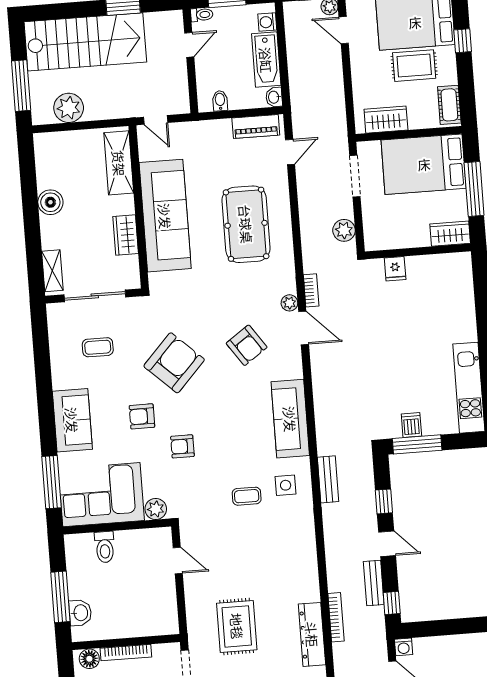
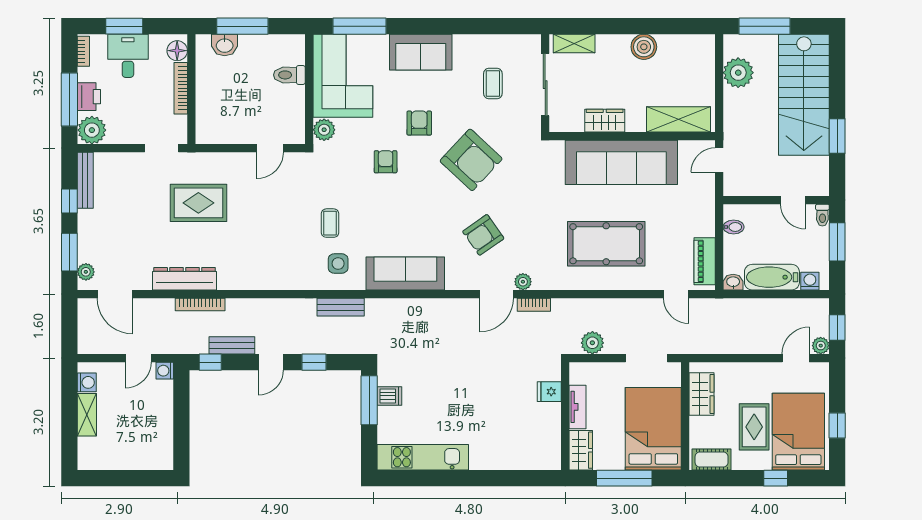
tv unit: (408, 240) -> (578, 407), added

